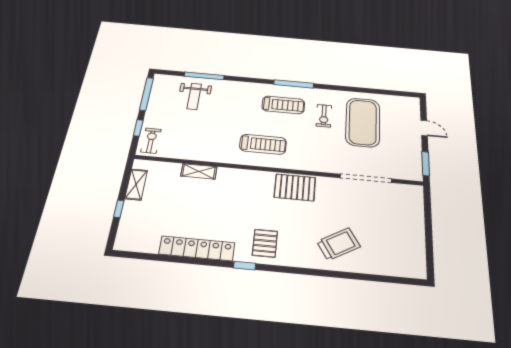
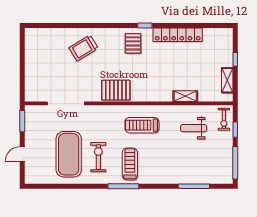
weight bench: (194, 96) -> (194, 128), moved, turned -90
treadmill: (283, 105) -> (130, 164), turned 90
exercise bike: (324, 116) -> (98, 157), width x1.38, depth x1.39
door: (424, 128) -> (22, 154), hinge flipped

